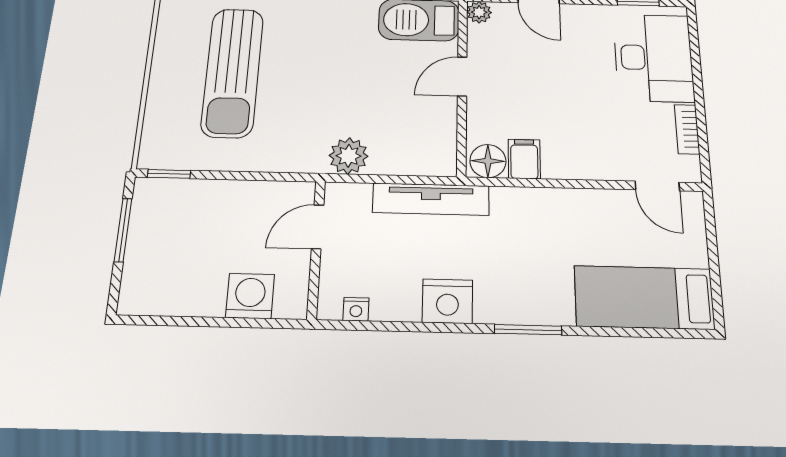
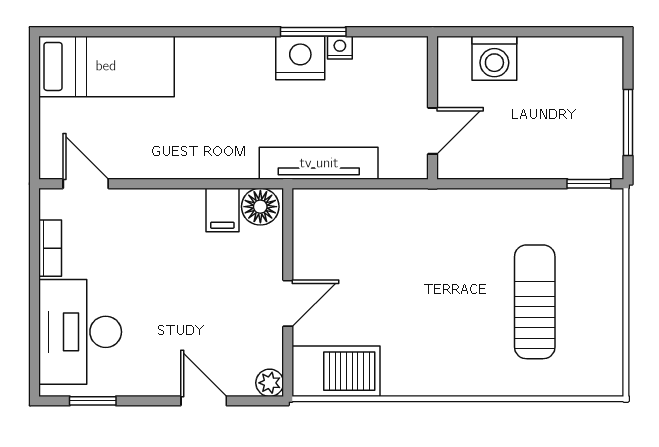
sun lounger: (232, 72) -> (535, 302), width x0.73, depth x0.75
plant: (349, 156) -> (405, 209), removed
nightstand: (356, 309) -> (340, 48), moved
window: (528, 330) -> (313, 32), moved

